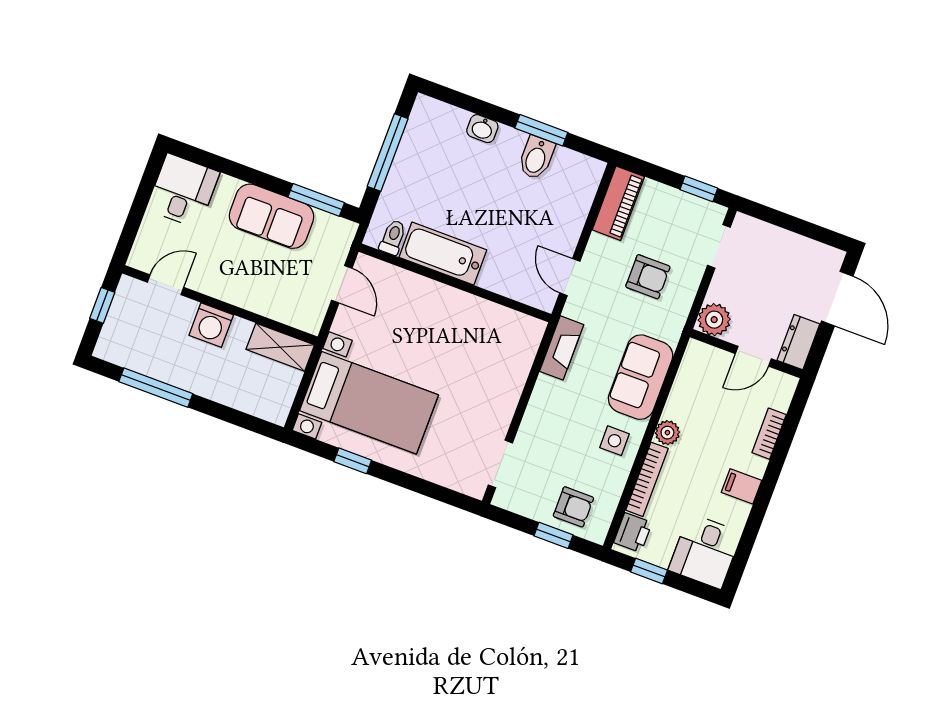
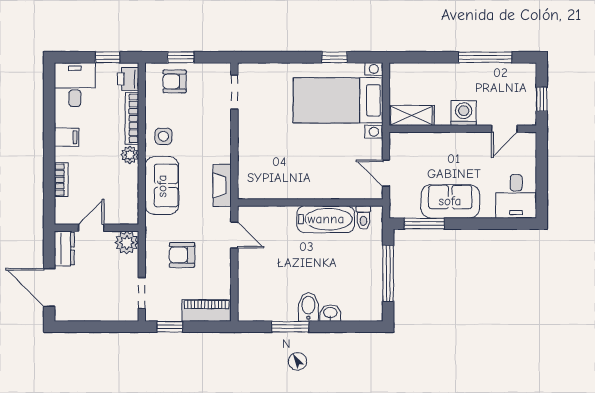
bidet: (536, 158) -> (308, 307), moved
piano: (618, 203) -> (207, 310), moved, turned 90

